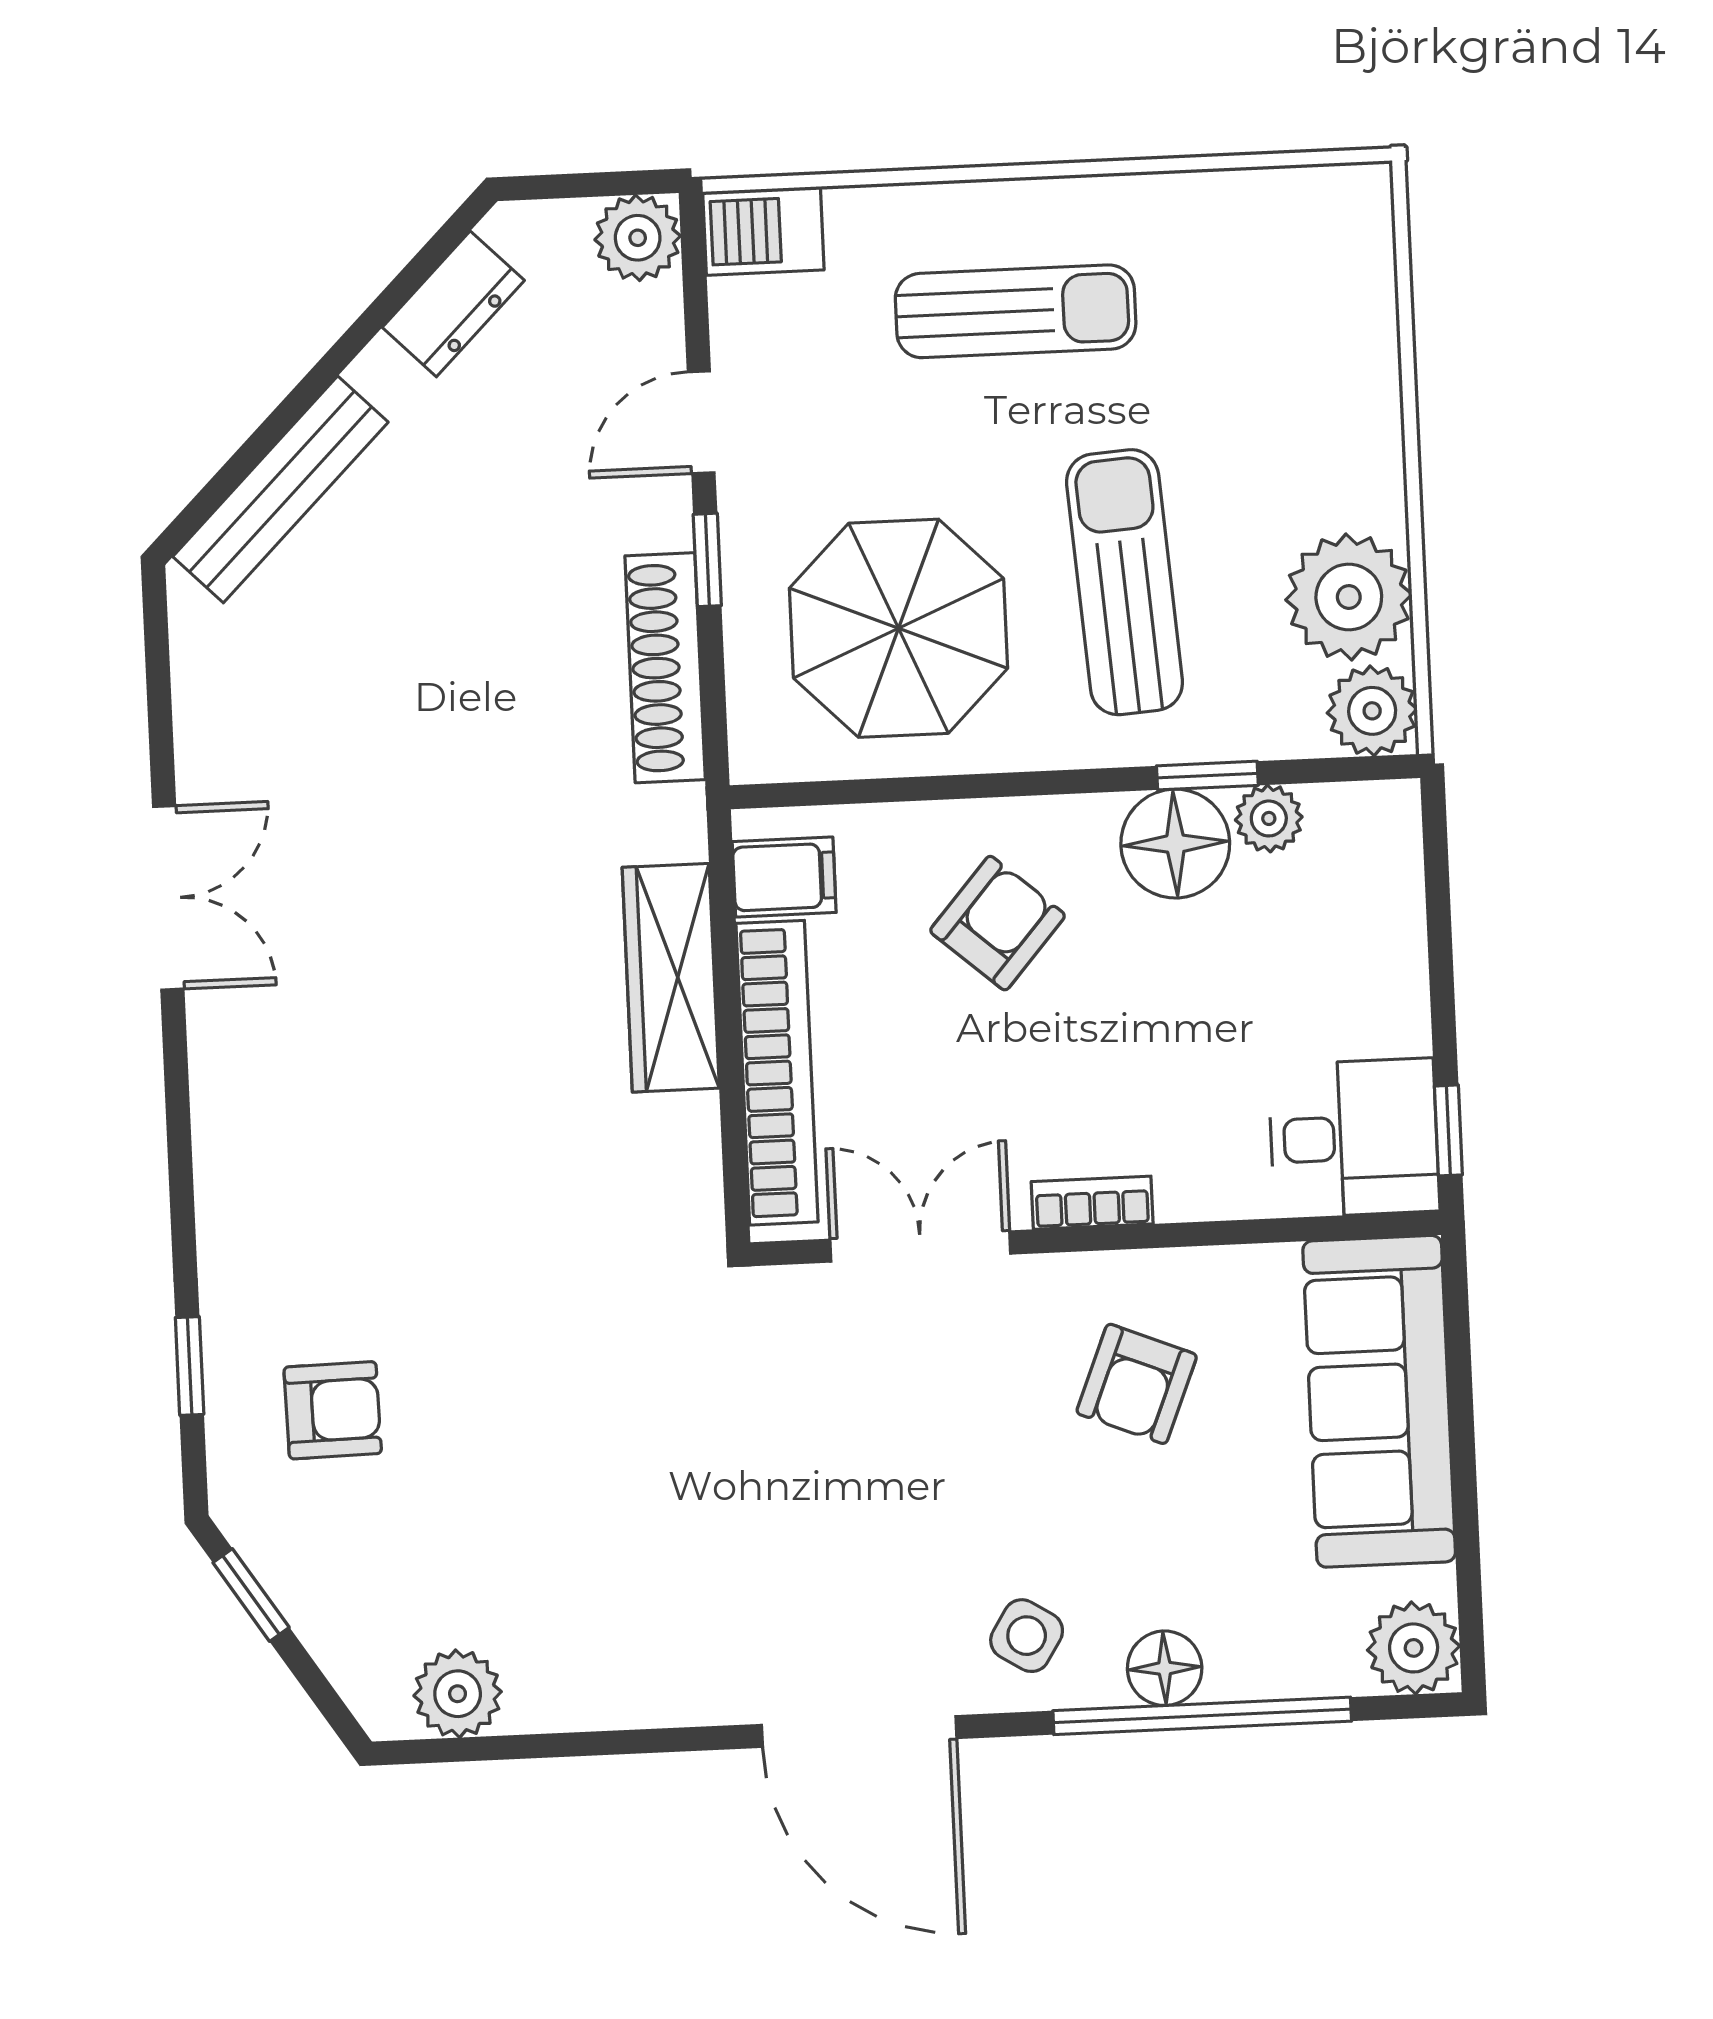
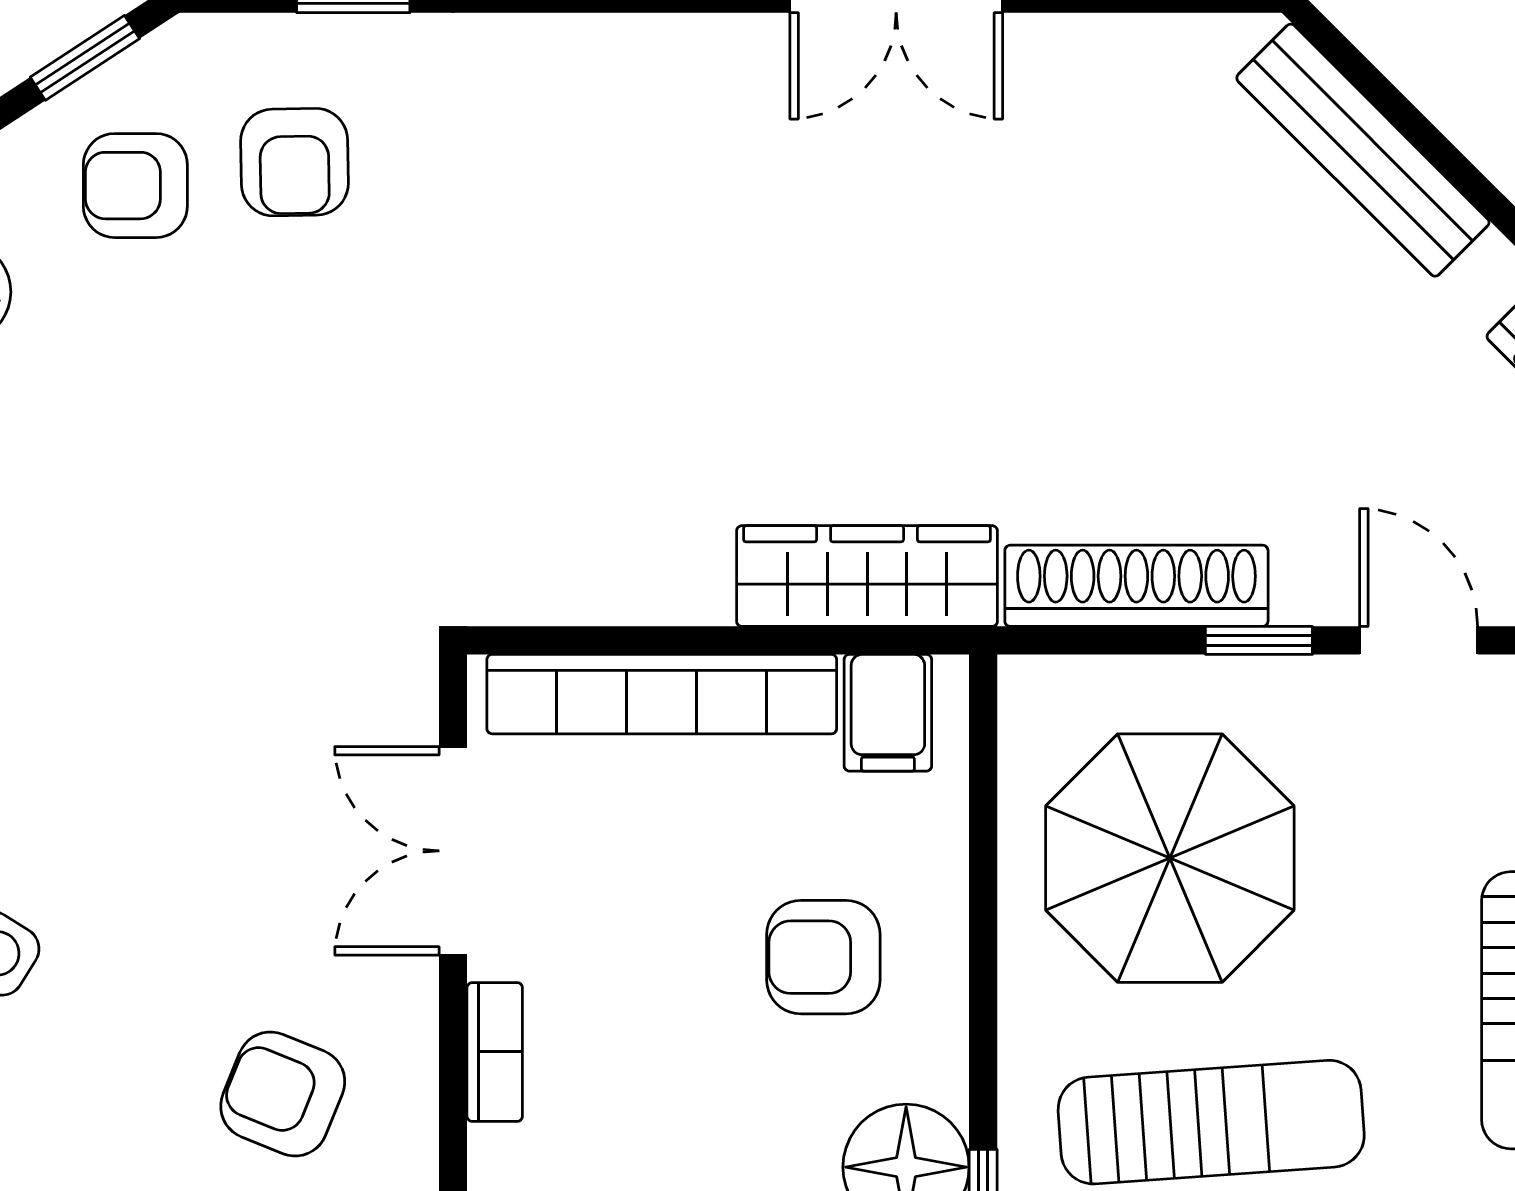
armchair: (998, 923) -> (823, 957), turned 139
wardrobe: (671, 978) -> (867, 576), moved
double door: (920, 1247) -> (453, 851), swing flipped
armchair: (359, 1547) -> (135, 186), added

